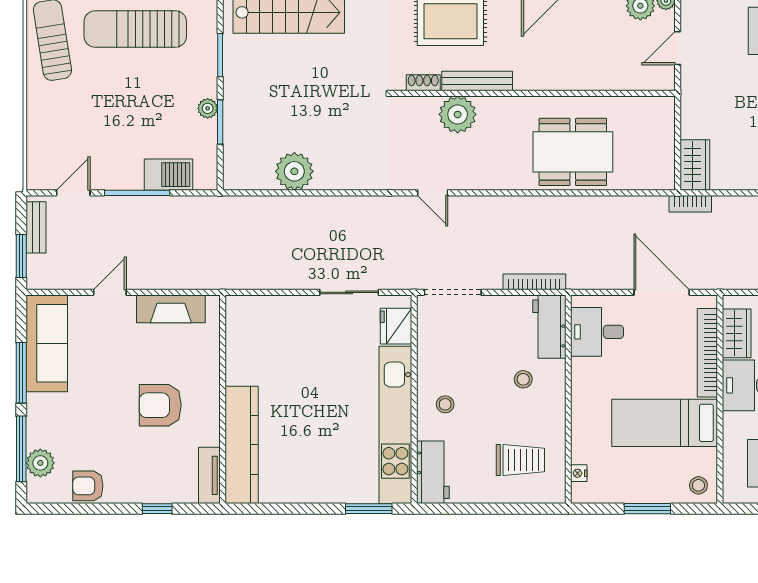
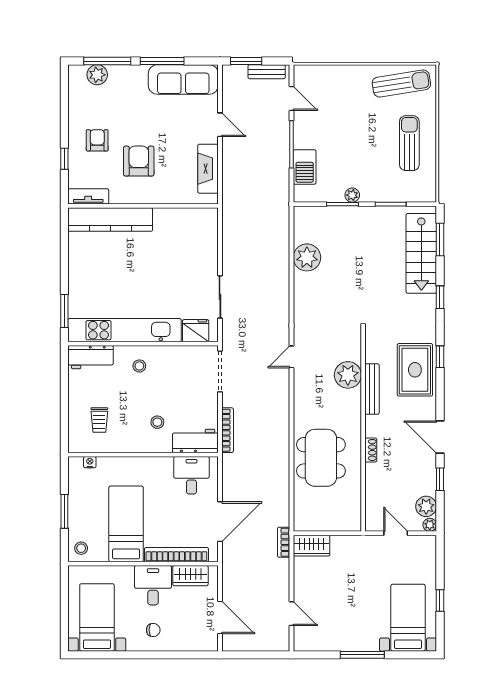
sun lounger: (135, 29) -> (409, 143), width x0.73, depth x0.75
shoe rack: (423, 83) -> (371, 450), moved
trolley: (520, 460) -> (99, 420), width x0.73, depth x0.72
armchair: (88, 486) -> (97, 140), moved

